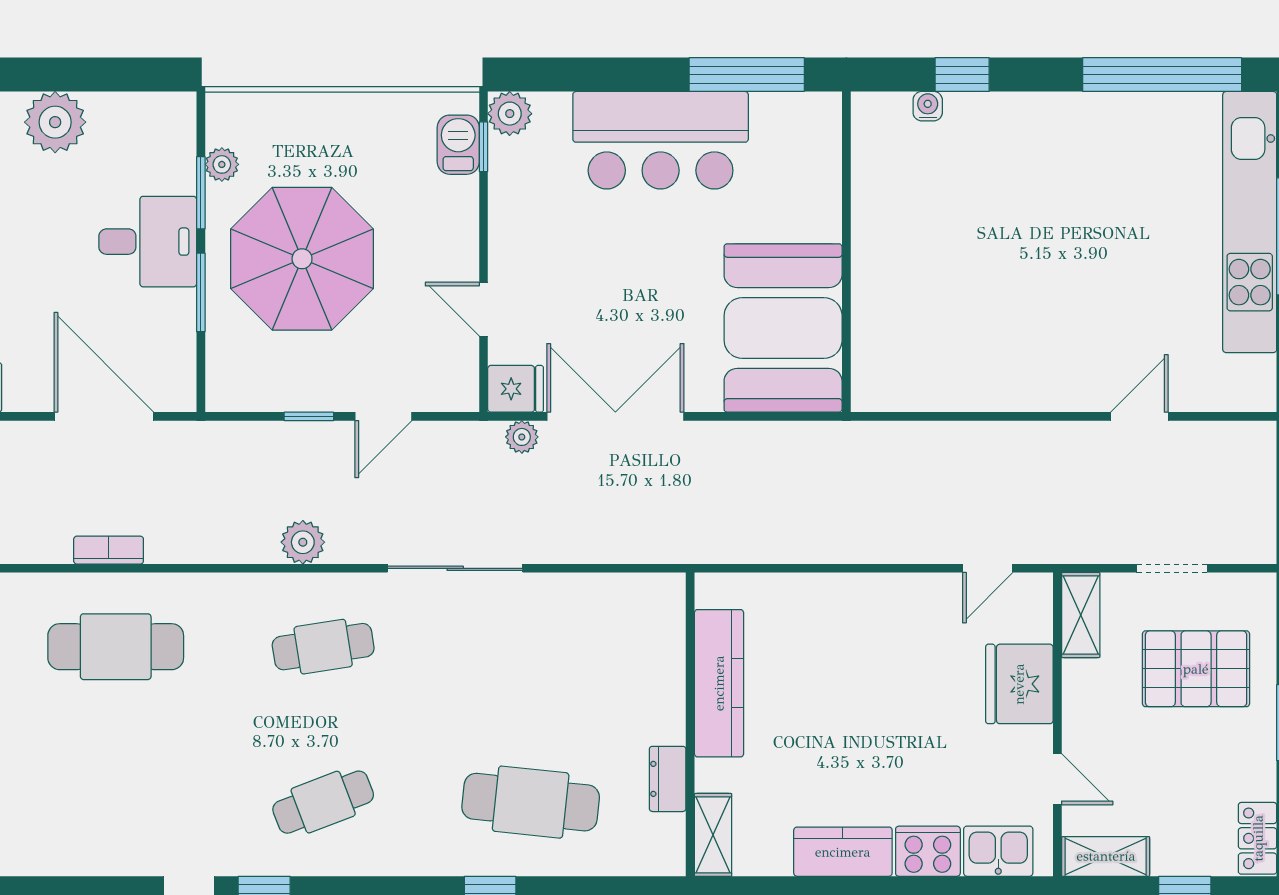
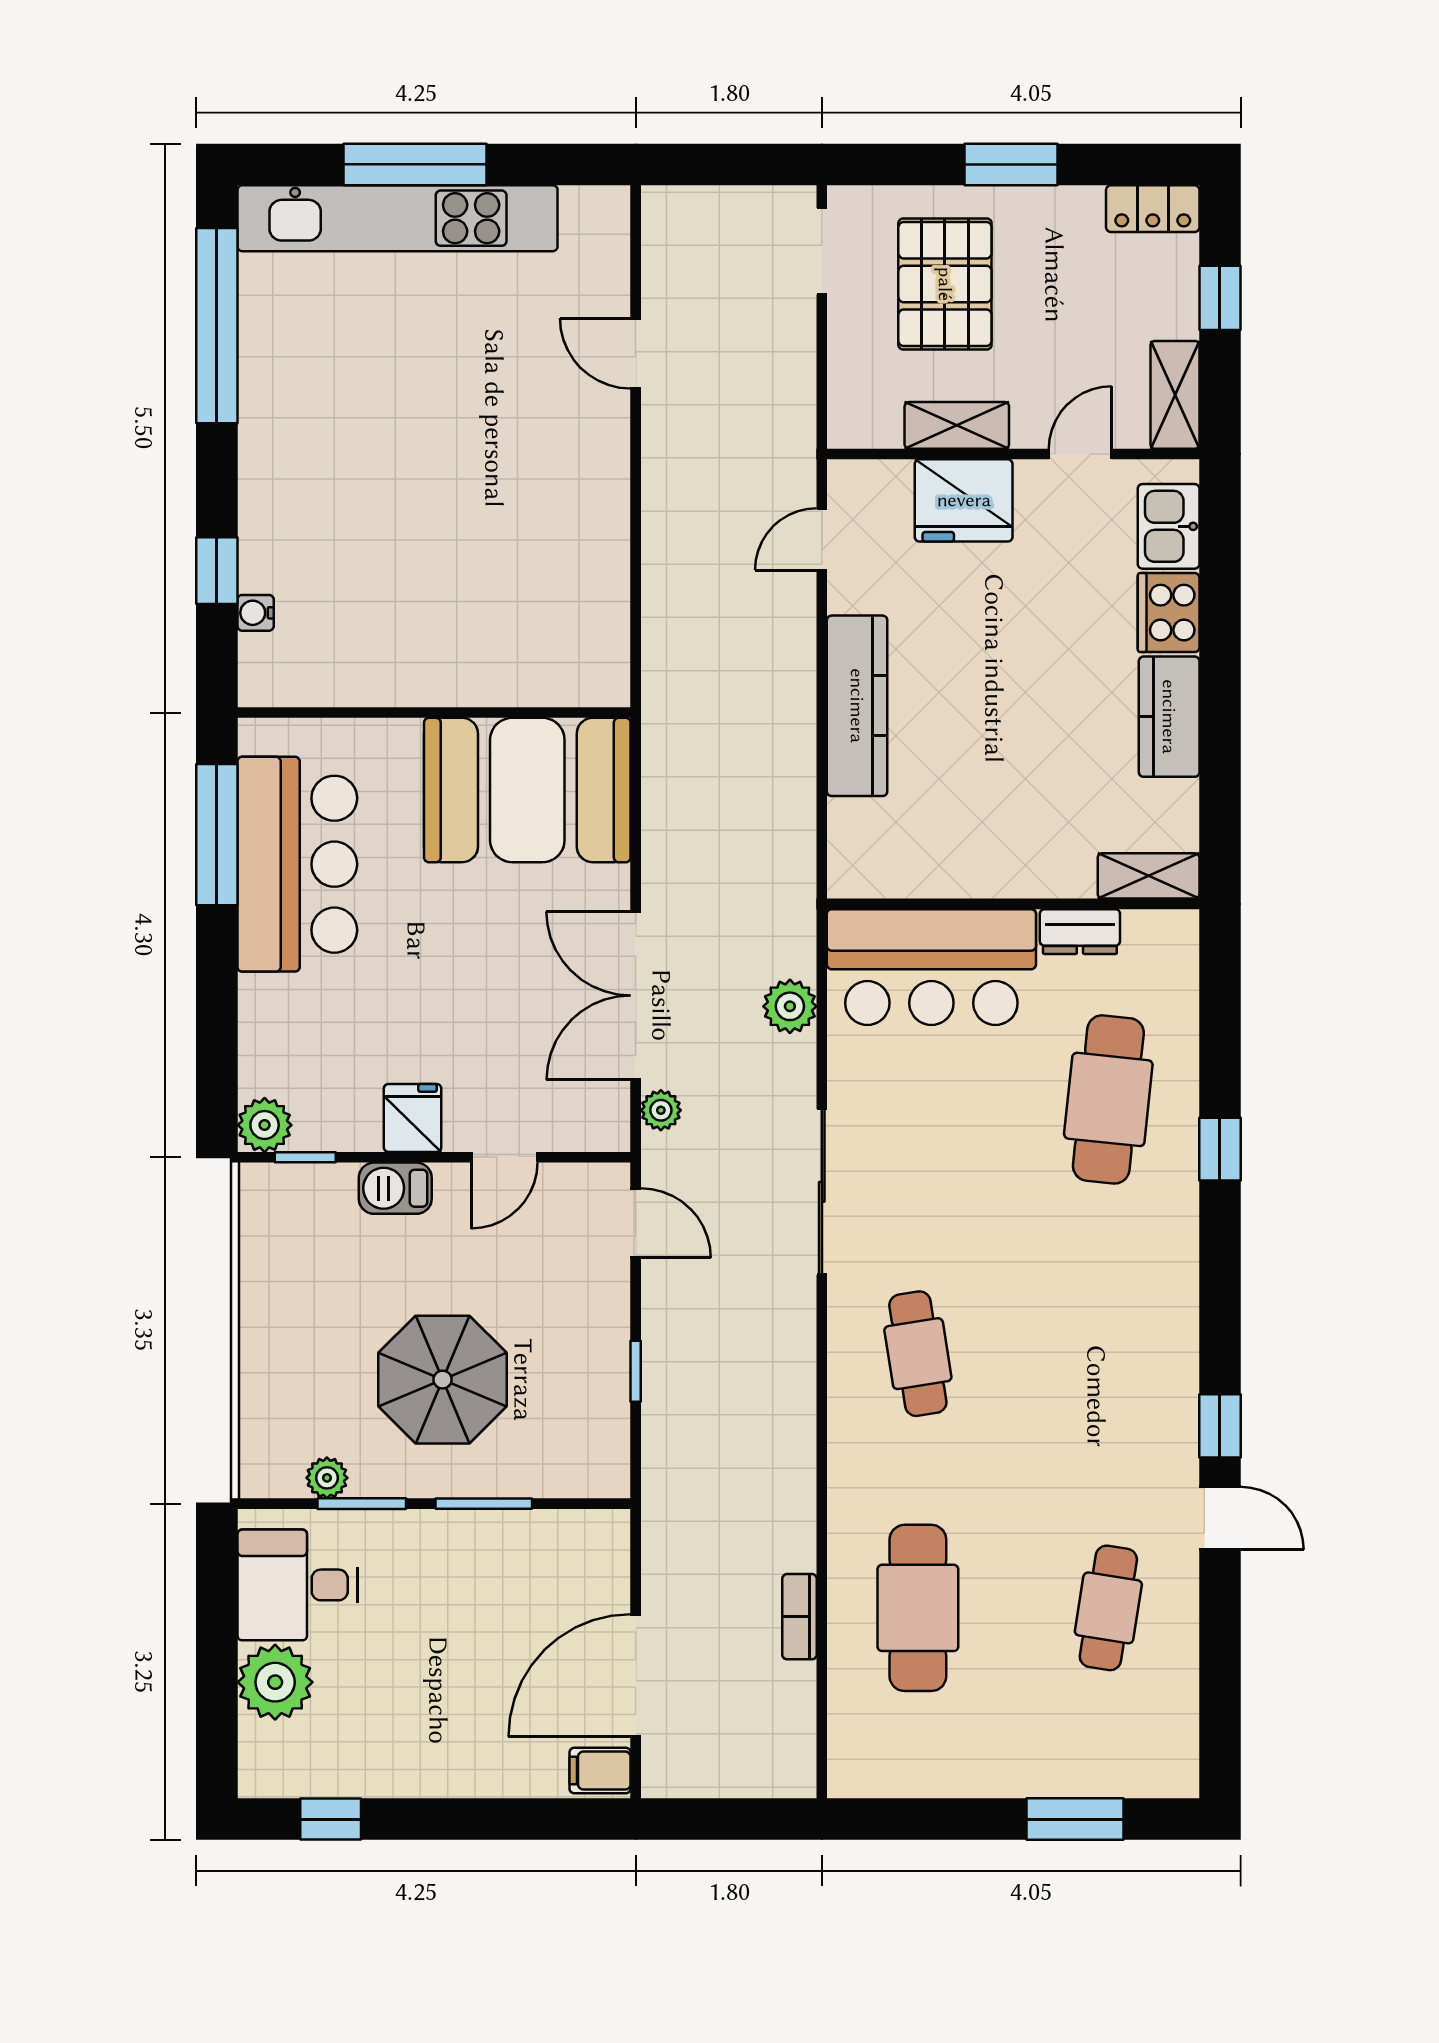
bar counter: (661, 140) -> (297, 864), moved
barbecue: (458, 145) -> (395, 1188), moved
desk: (148, 242) -> (297, 1585), moved, turned -90
parasol: (302, 259) -> (443, 1380), width x0.73, depth x0.73
fridge: (516, 389) -> (413, 1118), moved
door: (104, 416) -> (636, 1676), moved
door: (383, 416) -> (636, 1223), moved
plant: (303, 542) -> (790, 1006), moved
door: (988, 568) -> (822, 539), swing flipped
doorway: (1172, 568) -> (822, 251), moved
shelving: (1081, 615) -> (957, 425), moved
bar counter: (639, 658) -> (931, 967), added
kitchen counter: (719, 683) -> (857, 706), moved, turned 90
cafe table: (323, 802) -> (1108, 1608), moved, turned 30

